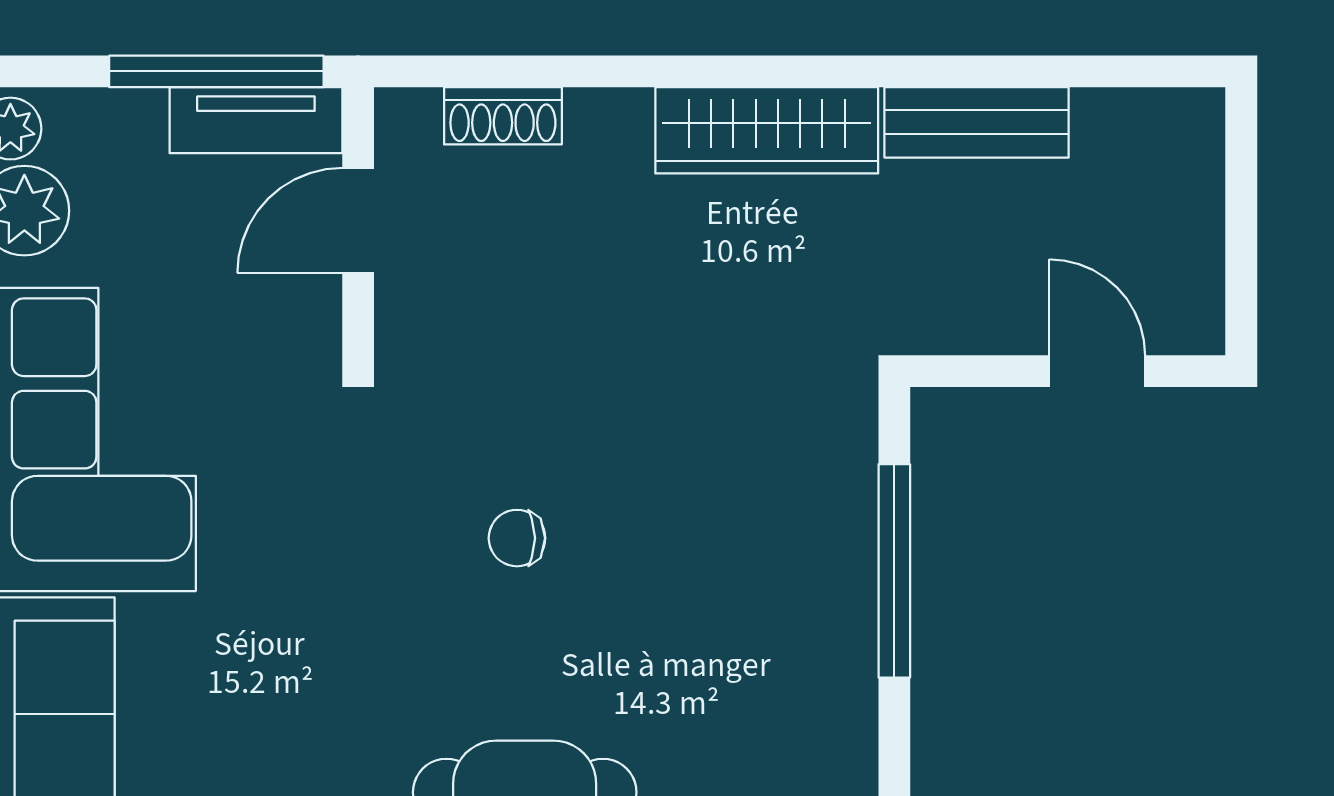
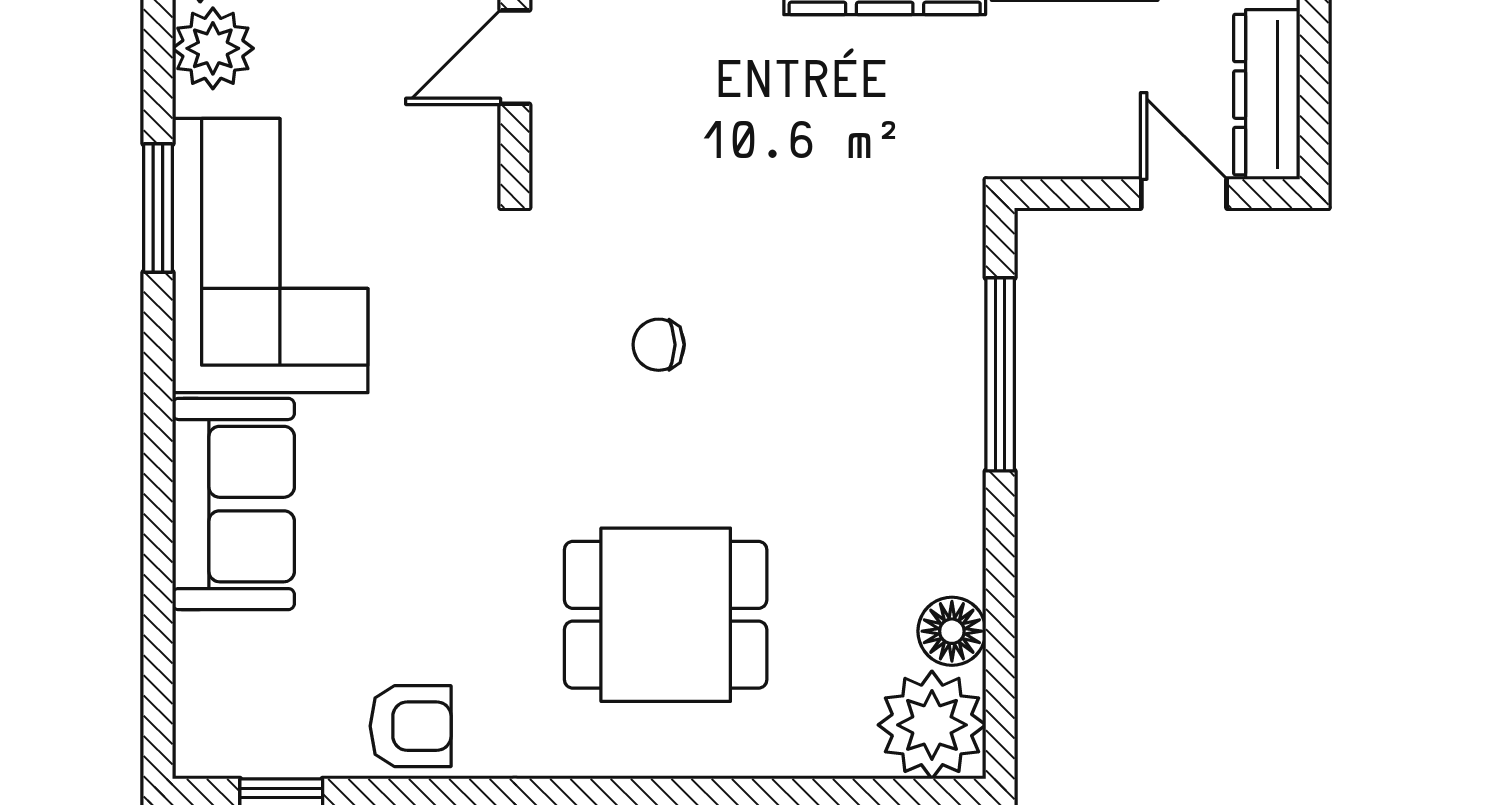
dresser: (1189, 262) -> (1267, 95), added

